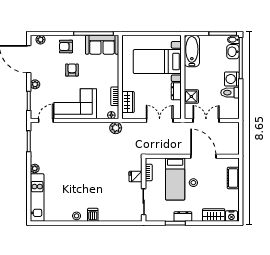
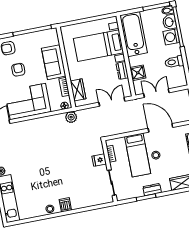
sofa: (102, 45) -> (54, 62), moved, turned 90
bathtub: (192, 51) -> (134, 34), width x1.36, depth x1.36
washing machine: (232, 79) -> (171, 37), moved

